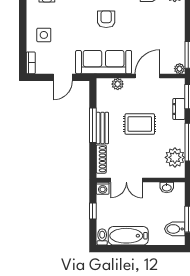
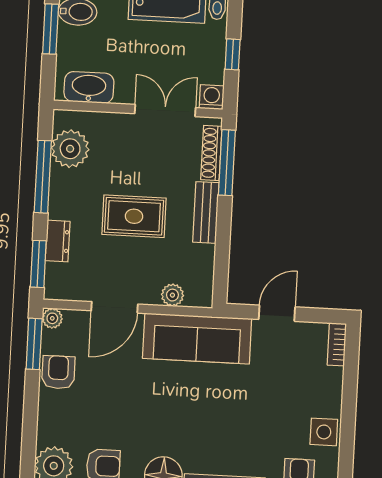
armchair: (106, 19) -> (58, 372), moved, turned 180
side table: (44, 35) -> (324, 432), moved
window: (93, 125) -> (227, 163), moved
washbasin: (167, 187) -> (89, 87), width x1.91, depth x1.45

